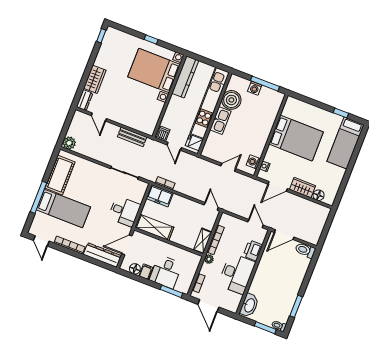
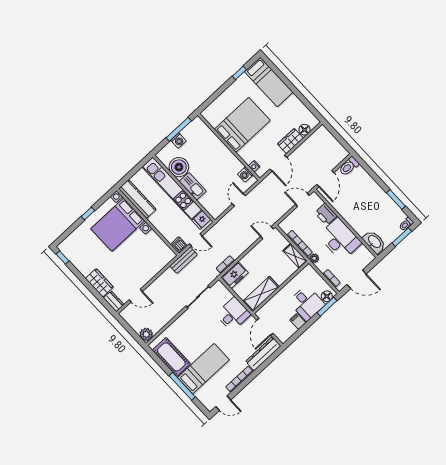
bench: (132, 137) -> (184, 260), moved
floor lamp: (135, 269) -> (327, 296), moved

